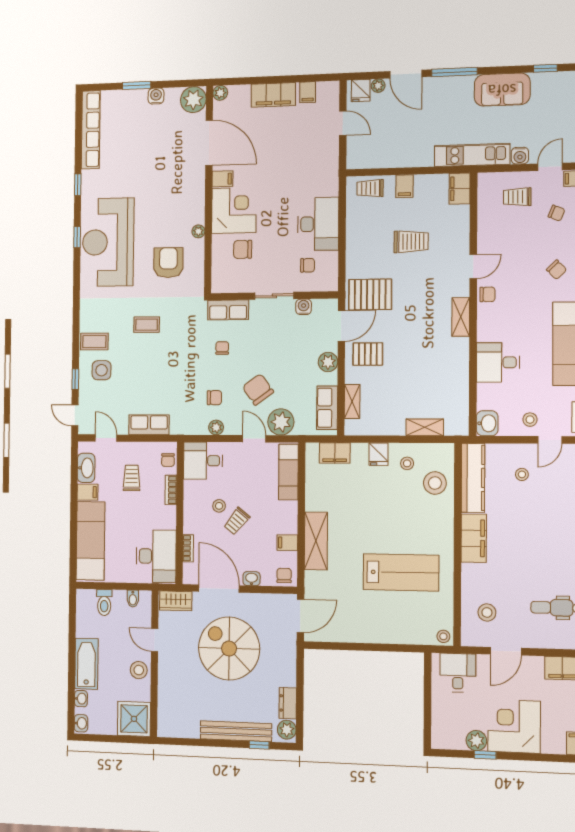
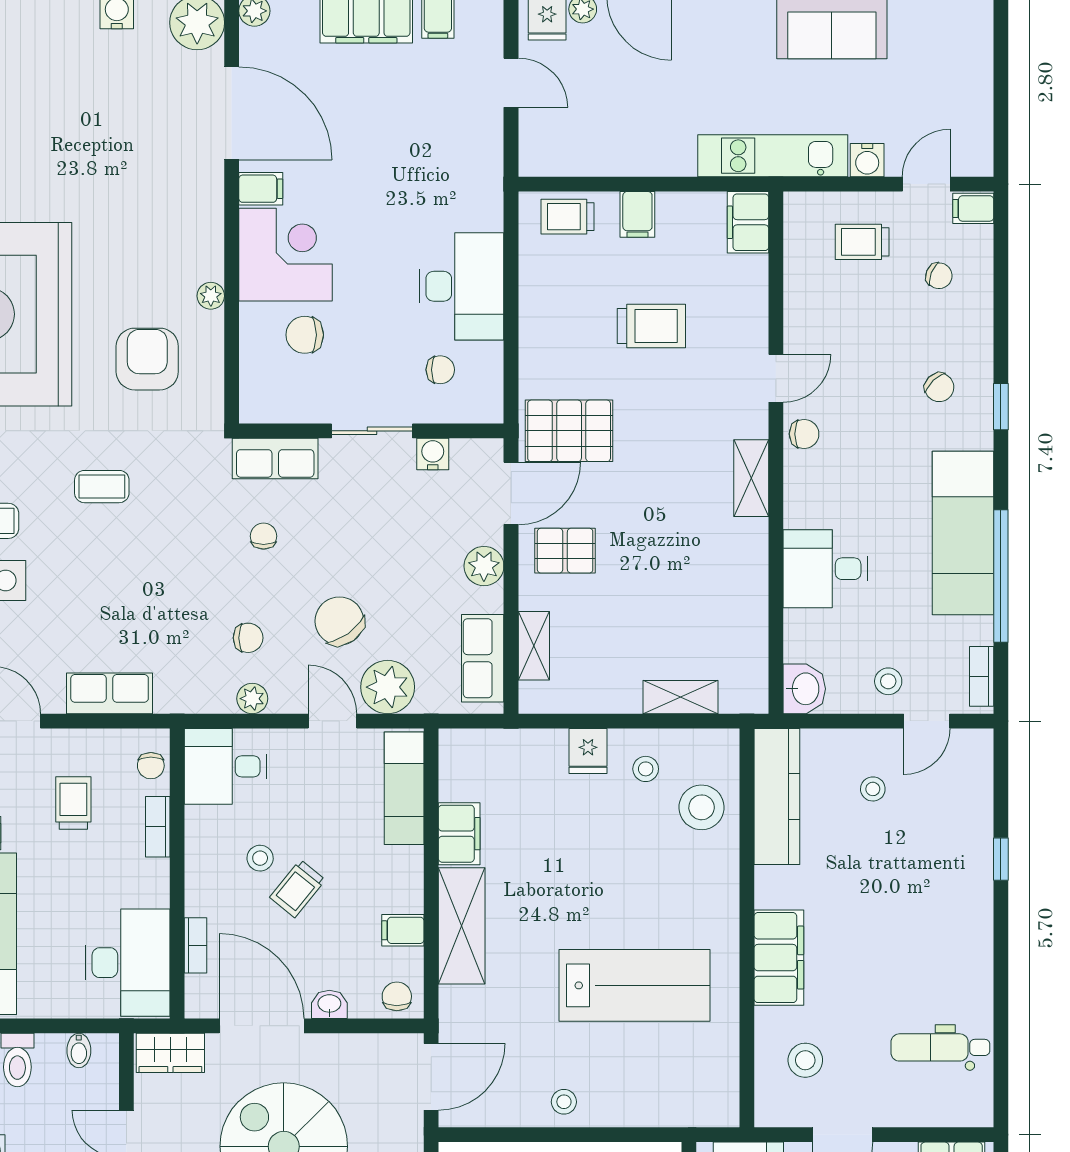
filing cabinet: (335, 453) -> (459, 834), moved, turned -90
filing cabinet: (474, 538) -> (779, 958), moved
stool: (443, 636) -> (564, 1102), moved

